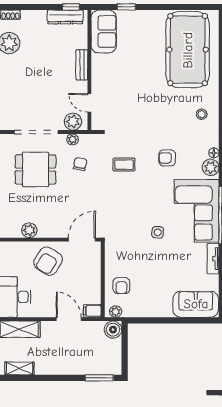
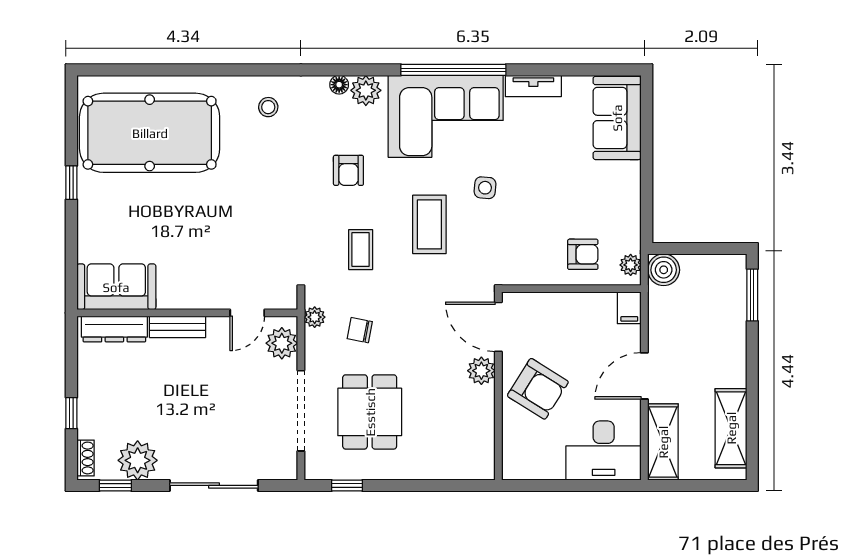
window: (71, 7) -> (71, 413), moved
window: (126, 7) -> (71, 183), moved
dresser: (65, 17) -> (114, 329), moved, turned 90
plant: (72, 139) -> (315, 317), moved
coffee table: (138, 202) -> (429, 224), added
plant: (29, 230) -> (481, 371), moved
door: (69, 319) -> (644, 376), moved
shelving: (19, 368) -> (731, 428), width x1.50, depth x1.33

